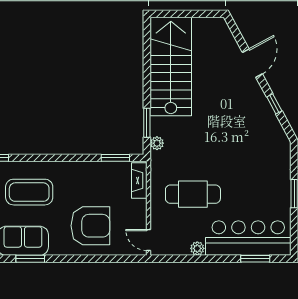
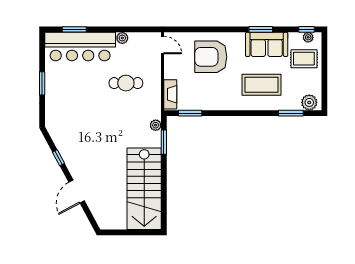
cafe table: (193, 194) -> (126, 83), width x0.73, depth x0.74

